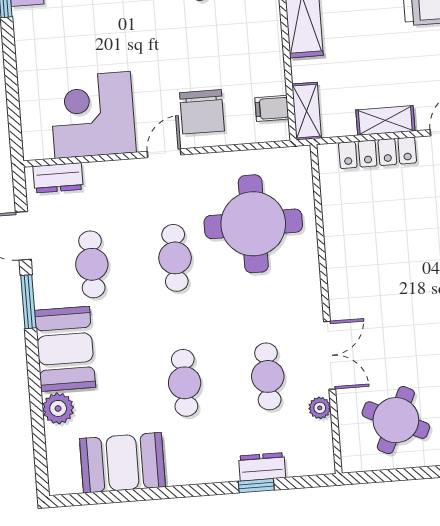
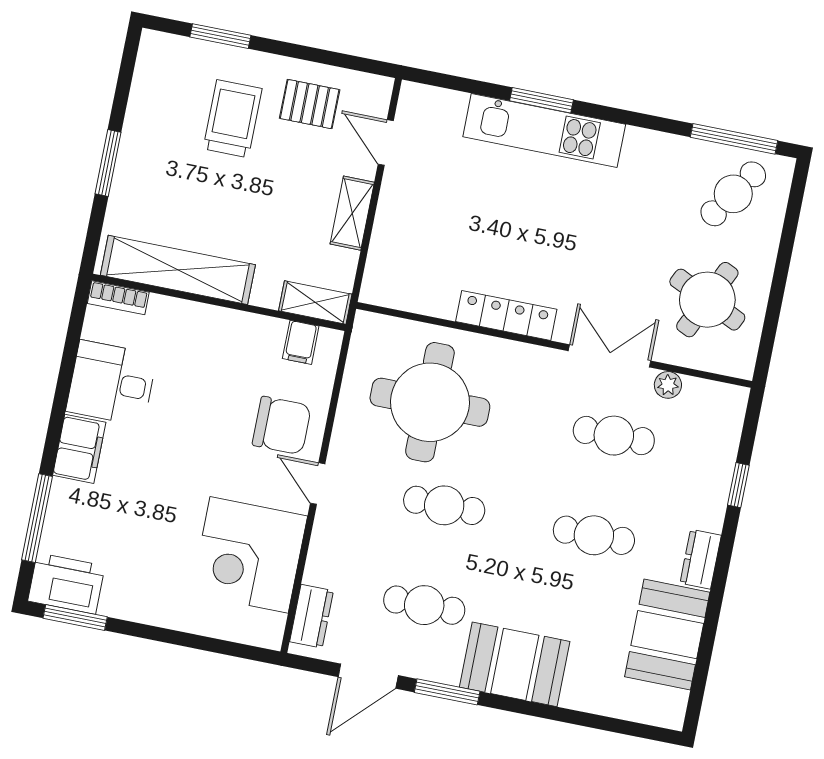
locker: (377, 153) -> (506, 315), moved, turned -90
plant: (58, 408) -> (582, 692), removed
dresser: (262, 467) -> (701, 559), moved

